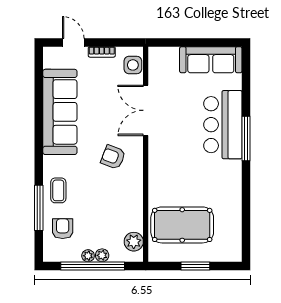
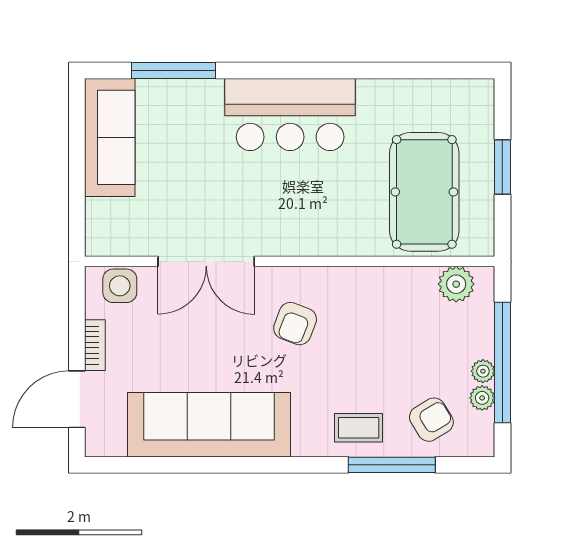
door: (73, 42) -> (77, 399), width x1.38
bar counter: (223, 125) -> (290, 115), moved
window: (246, 138) -> (174, 70), moved
armchair: (63, 229) -> (431, 420), turned 149
plant: (102, 255) -> (482, 398), moved

